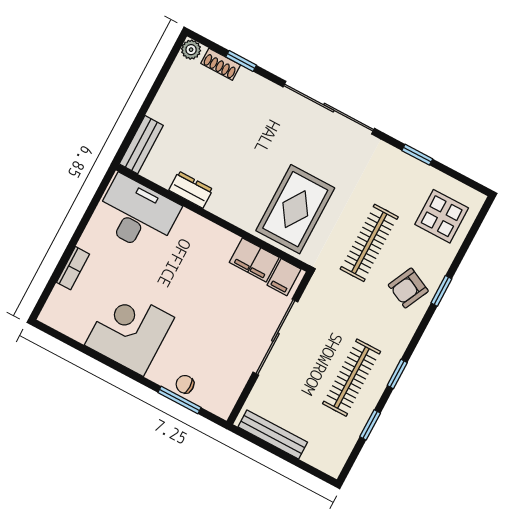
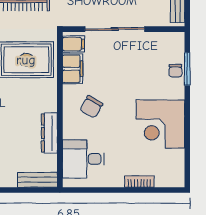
dresser: (191, 190) -> (49, 133), width x1.44
desk: (137, 214) -> (83, 159), width x0.73
chair: (196, 258) -> (91, 107), added

